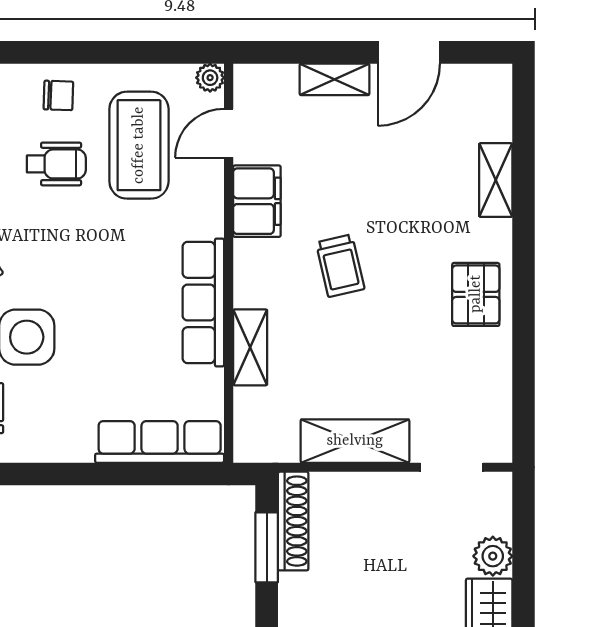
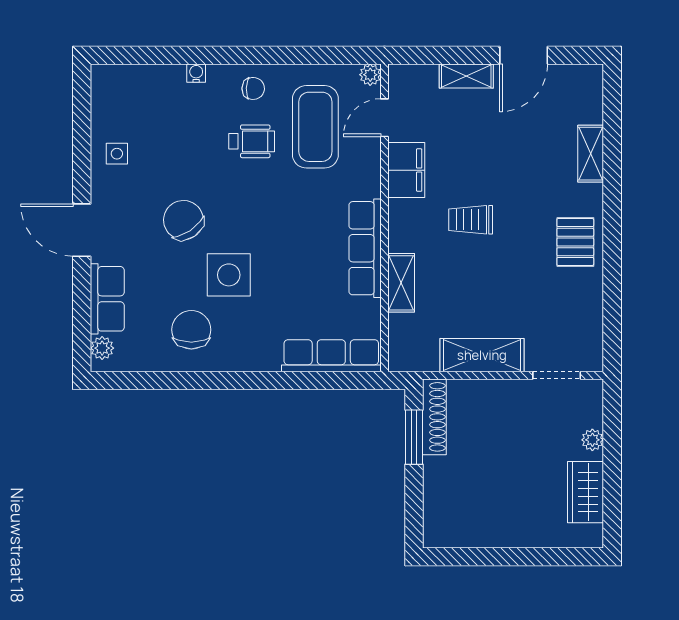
trolley: (340, 266) -> (471, 220), turned 103
plant: (493, 556) -> (592, 440), width x0.73, depth x0.73

